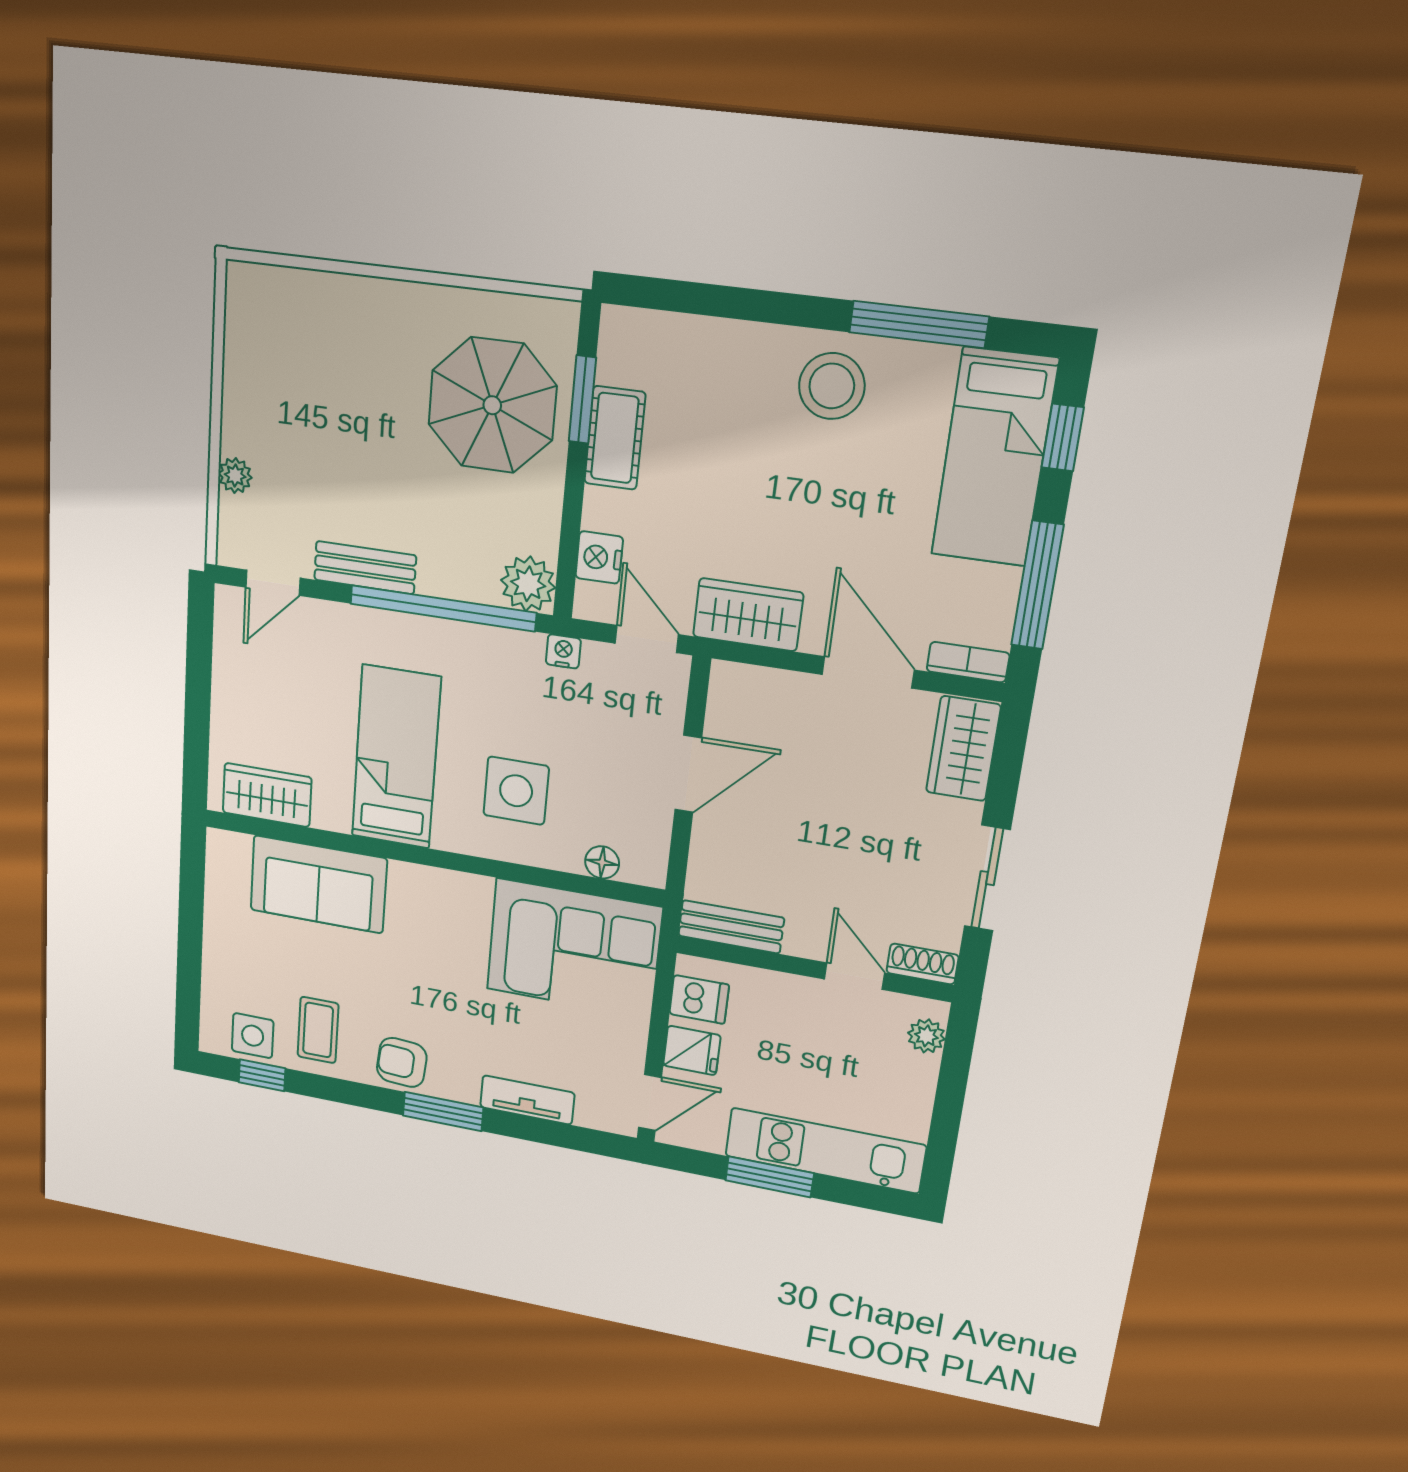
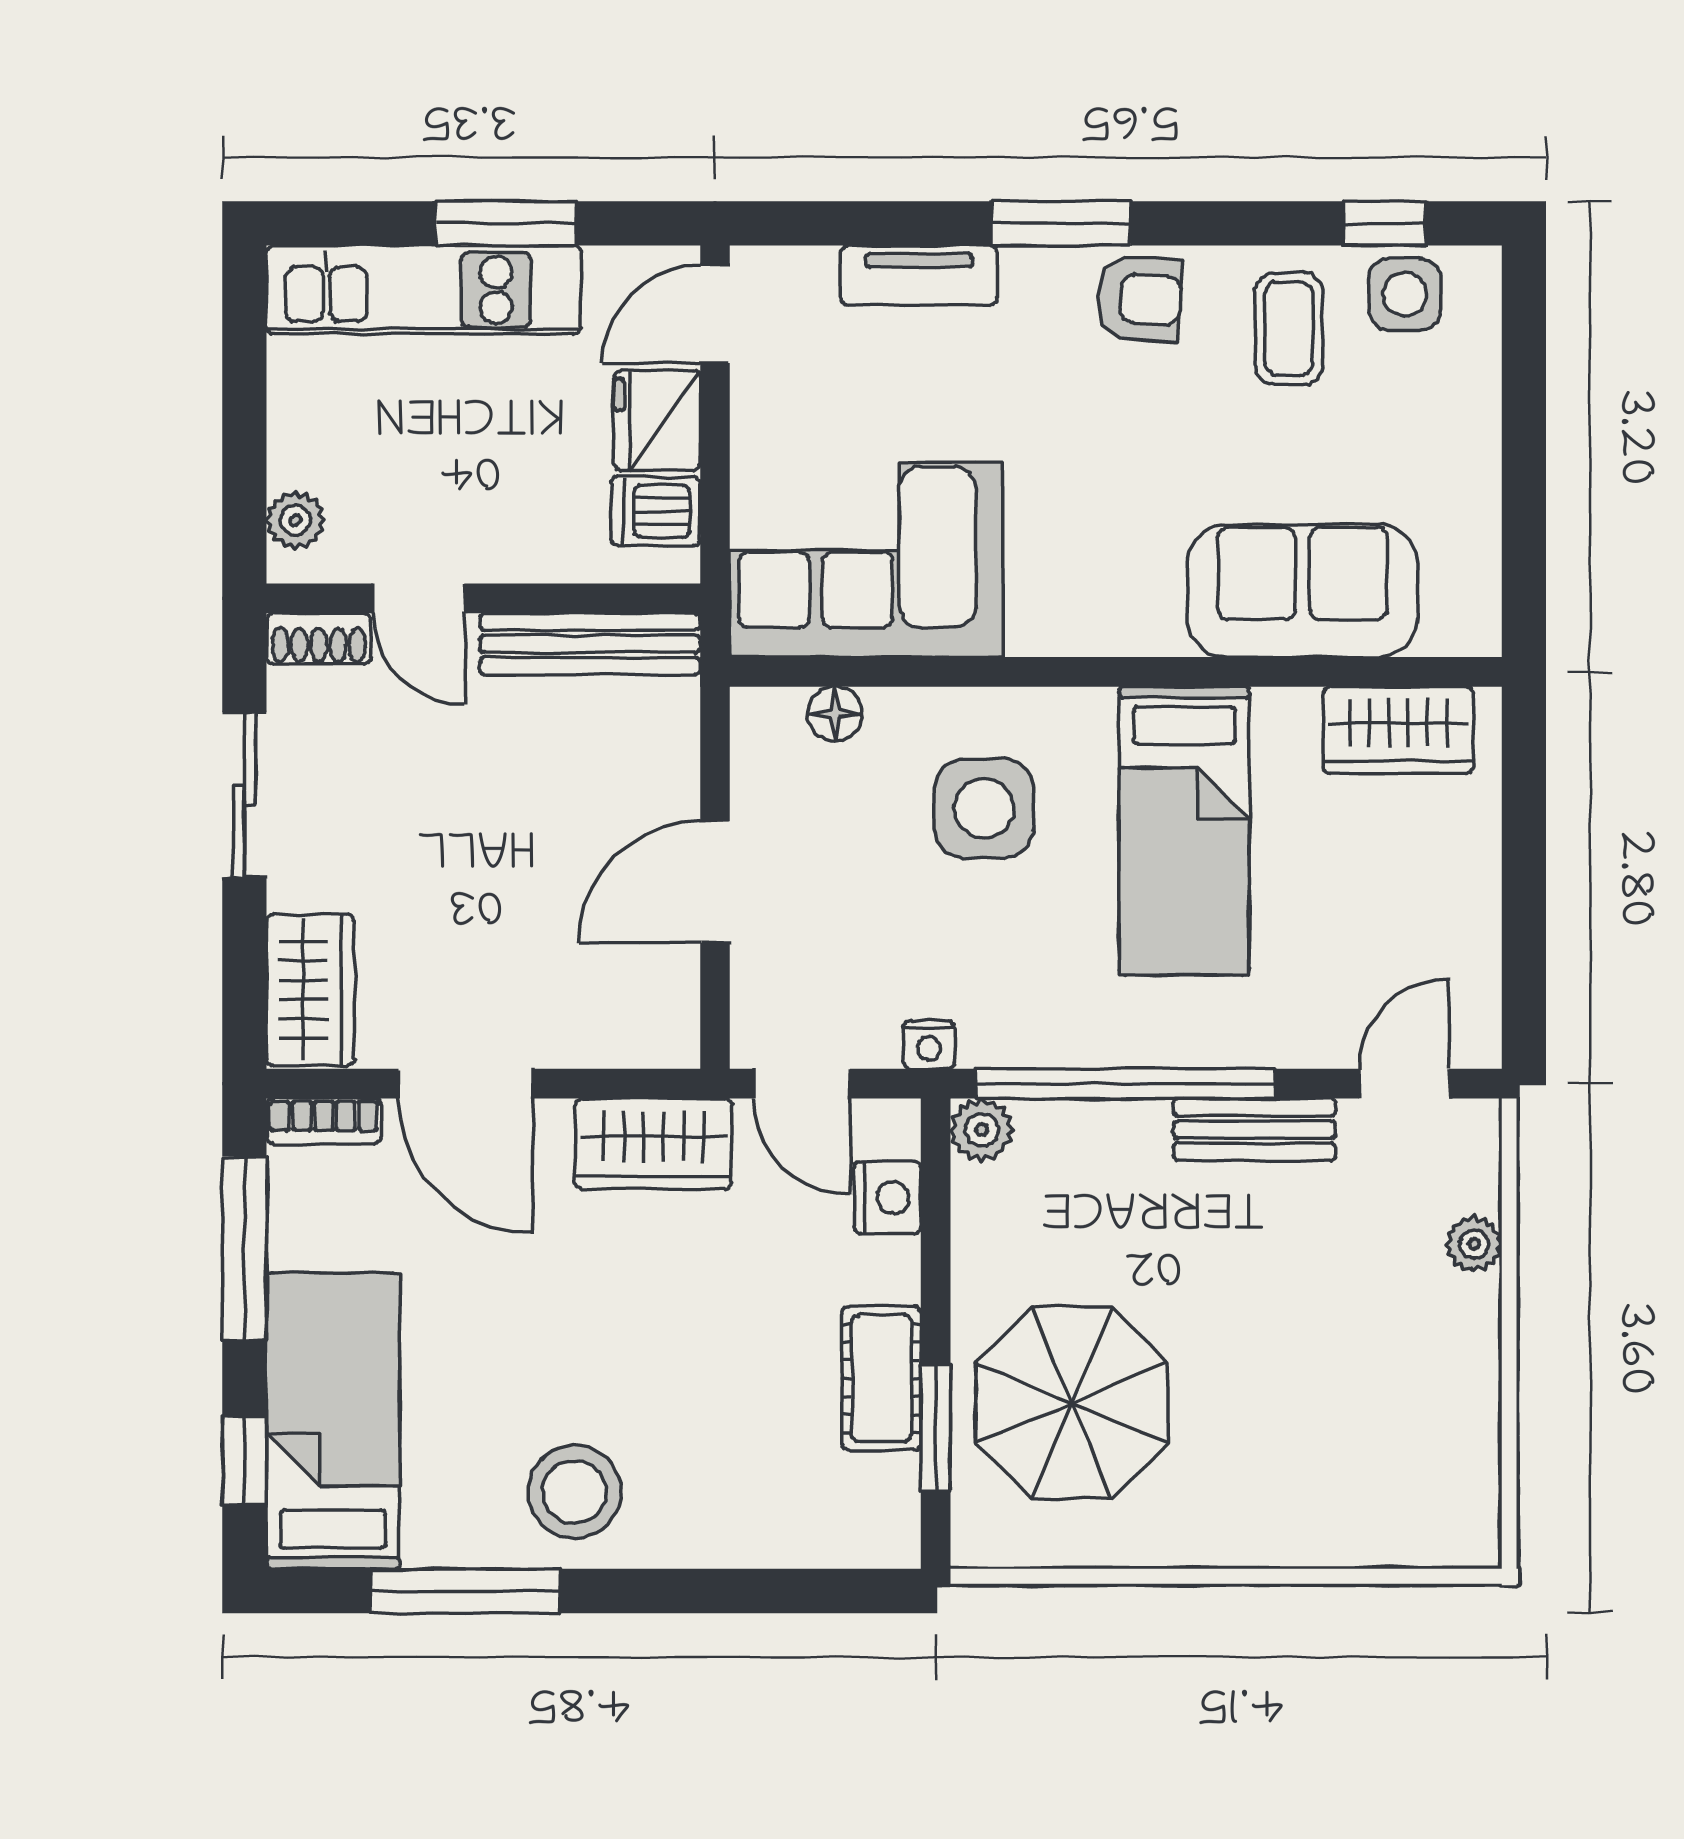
plant: (528, 584) -> (982, 1130), width x0.73, depth x0.73
bench: (731, 927) -> (590, 644), width x1.36
fridge: (692, 1050) -> (657, 421), width x1.38

